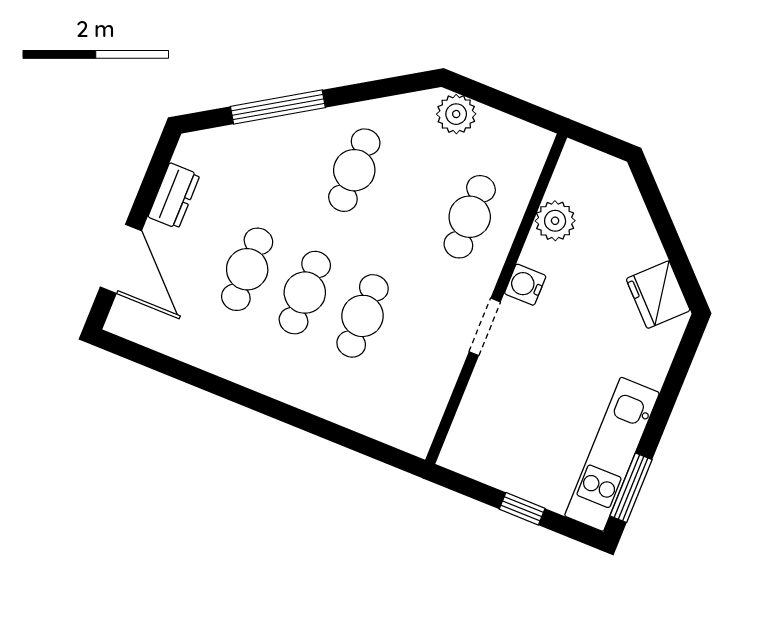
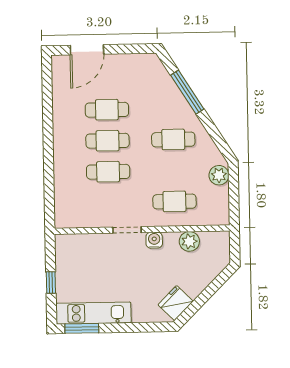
dresser: (174, 196) -> (126, 62), removed

